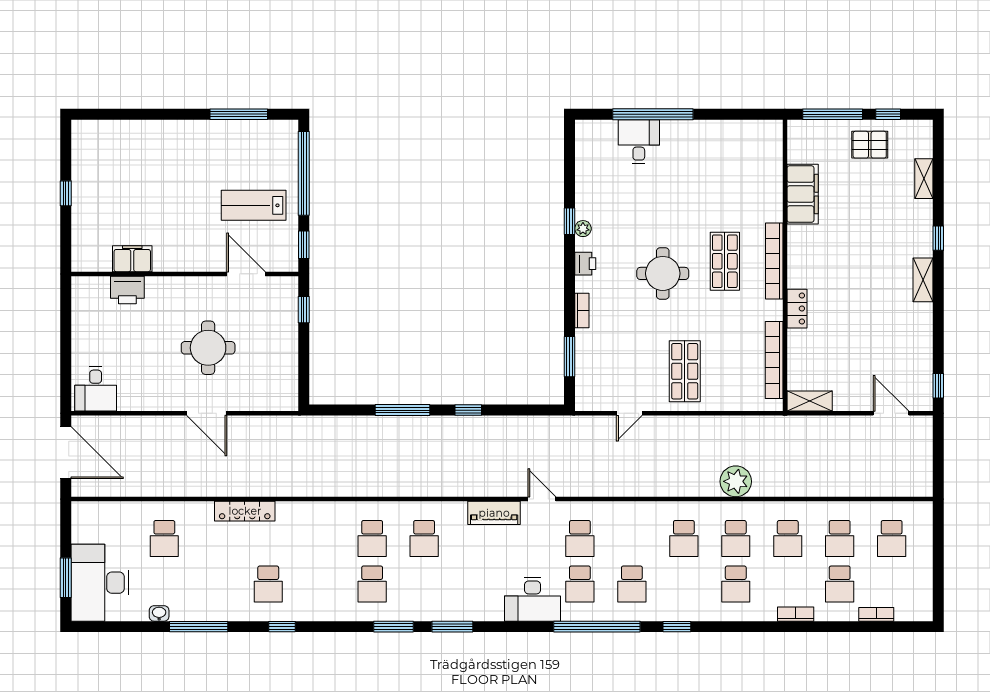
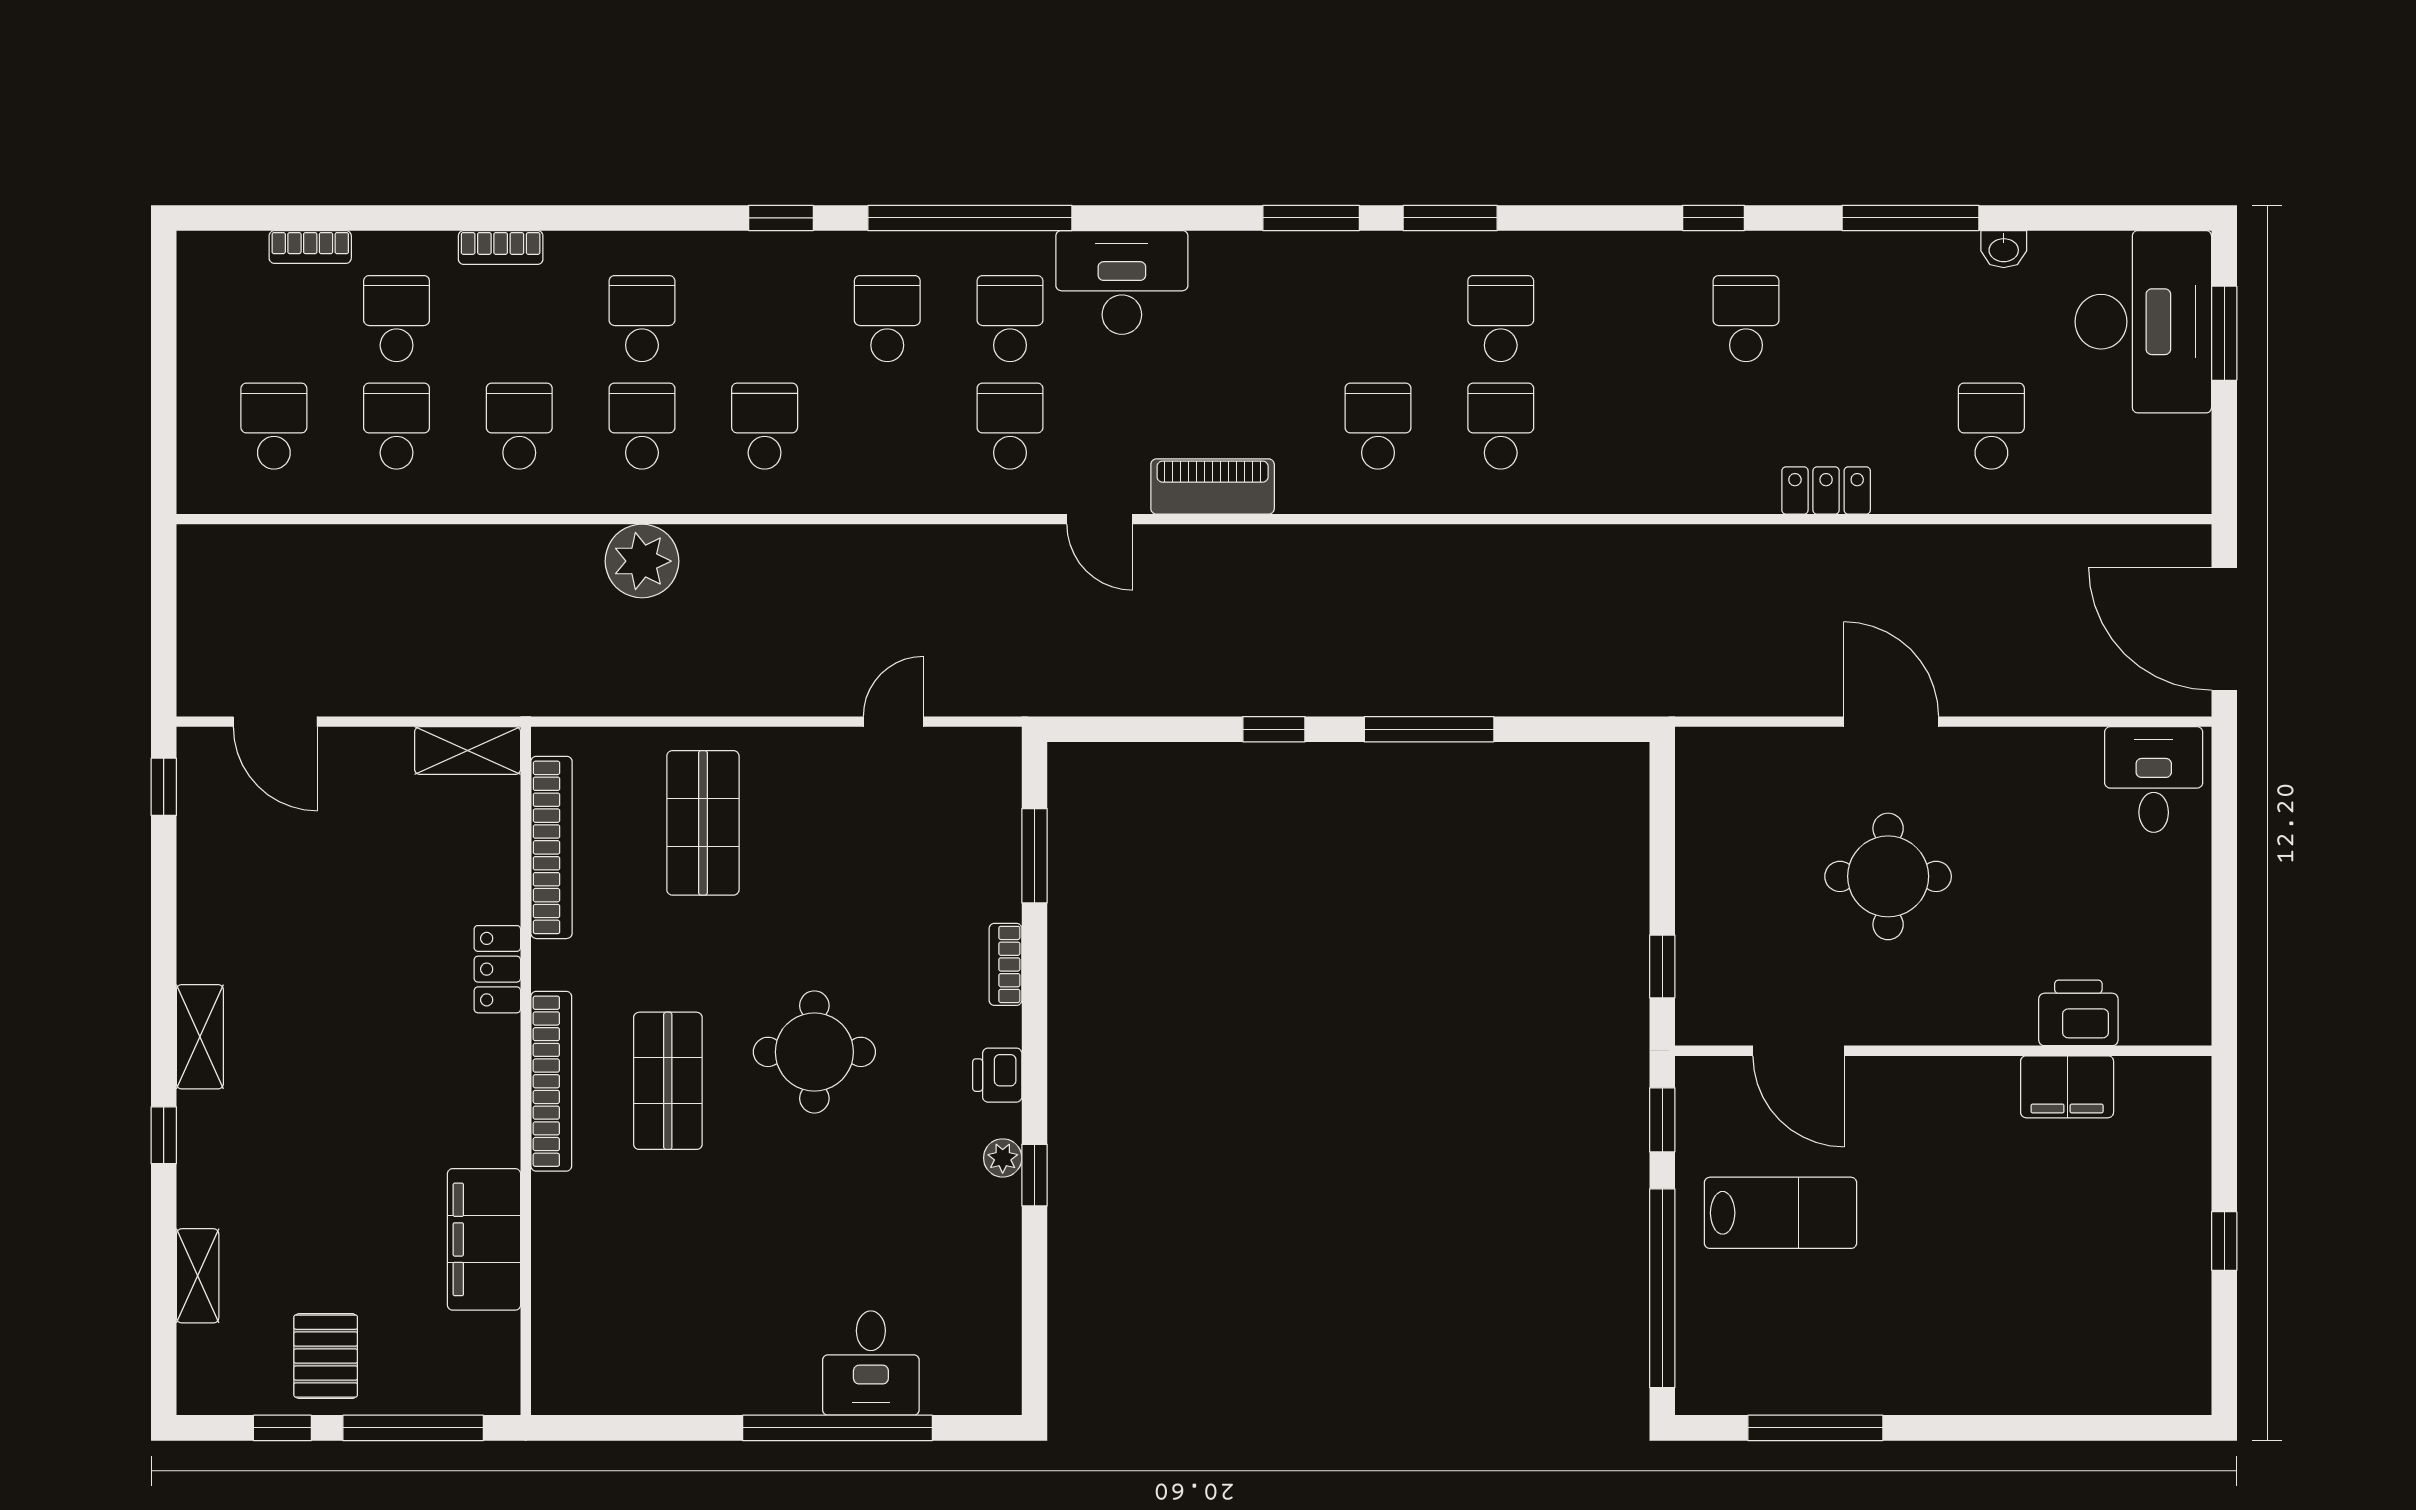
pallet: (870, 145) -> (326, 1356), turned 90
shop shelf: (685, 371) -> (703, 823), moved
locker: (245, 511) -> (1826, 491), width x0.66

